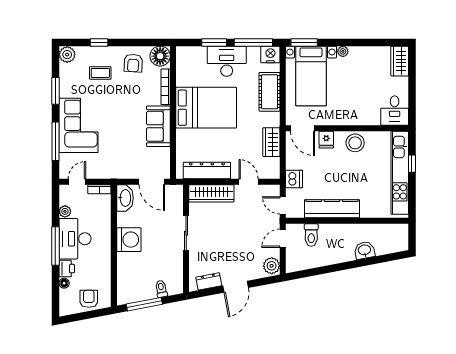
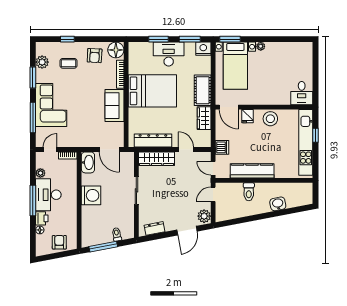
window: (253, 42) -> (190, 39), width x0.69
plant: (67, 55) -> (42, 62), moved
wardrobe: (400, 61) -> (306, 54), removed
cot: (270, 92) -> (203, 90), moved
toilet: (311, 235) -> (249, 192), moved
door: (236, 287) -> (187, 231), moved

